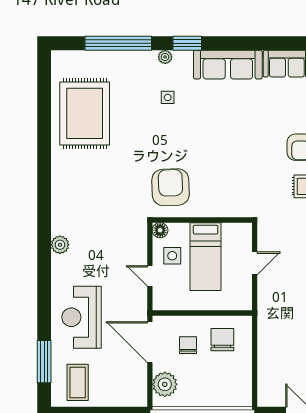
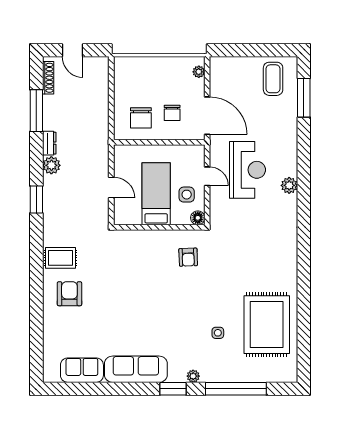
side table: (168, 97) -> (218, 333), moved
armchair: (171, 187) -> (188, 257), width x0.53, depth x0.53
plant: (60, 245) -> (289, 185), moved
door: (255, 263) -> (111, 187), swing flipped
reception desk: (82, 317) -> (248, 170), moved
plant: (165, 384) -> (199, 72), width x0.53, depth x0.53

